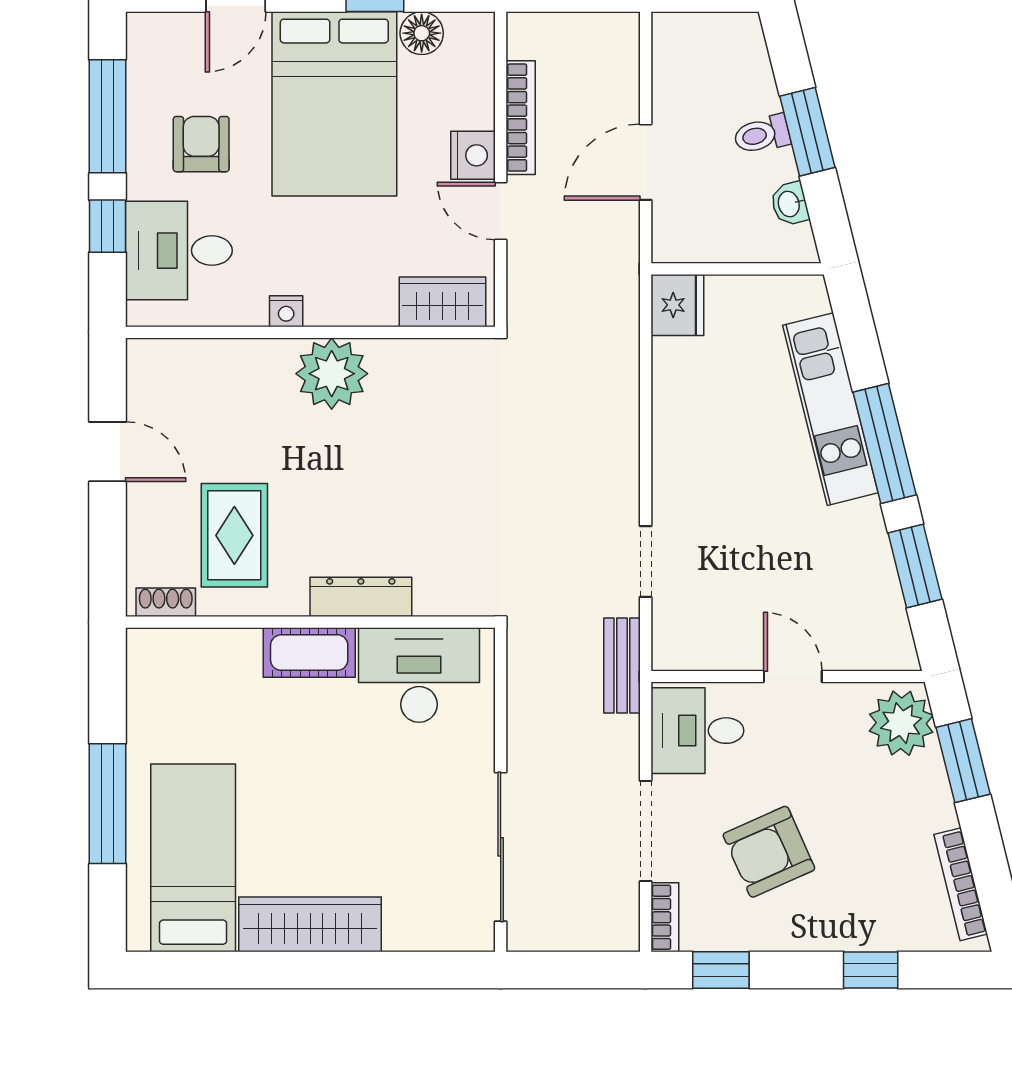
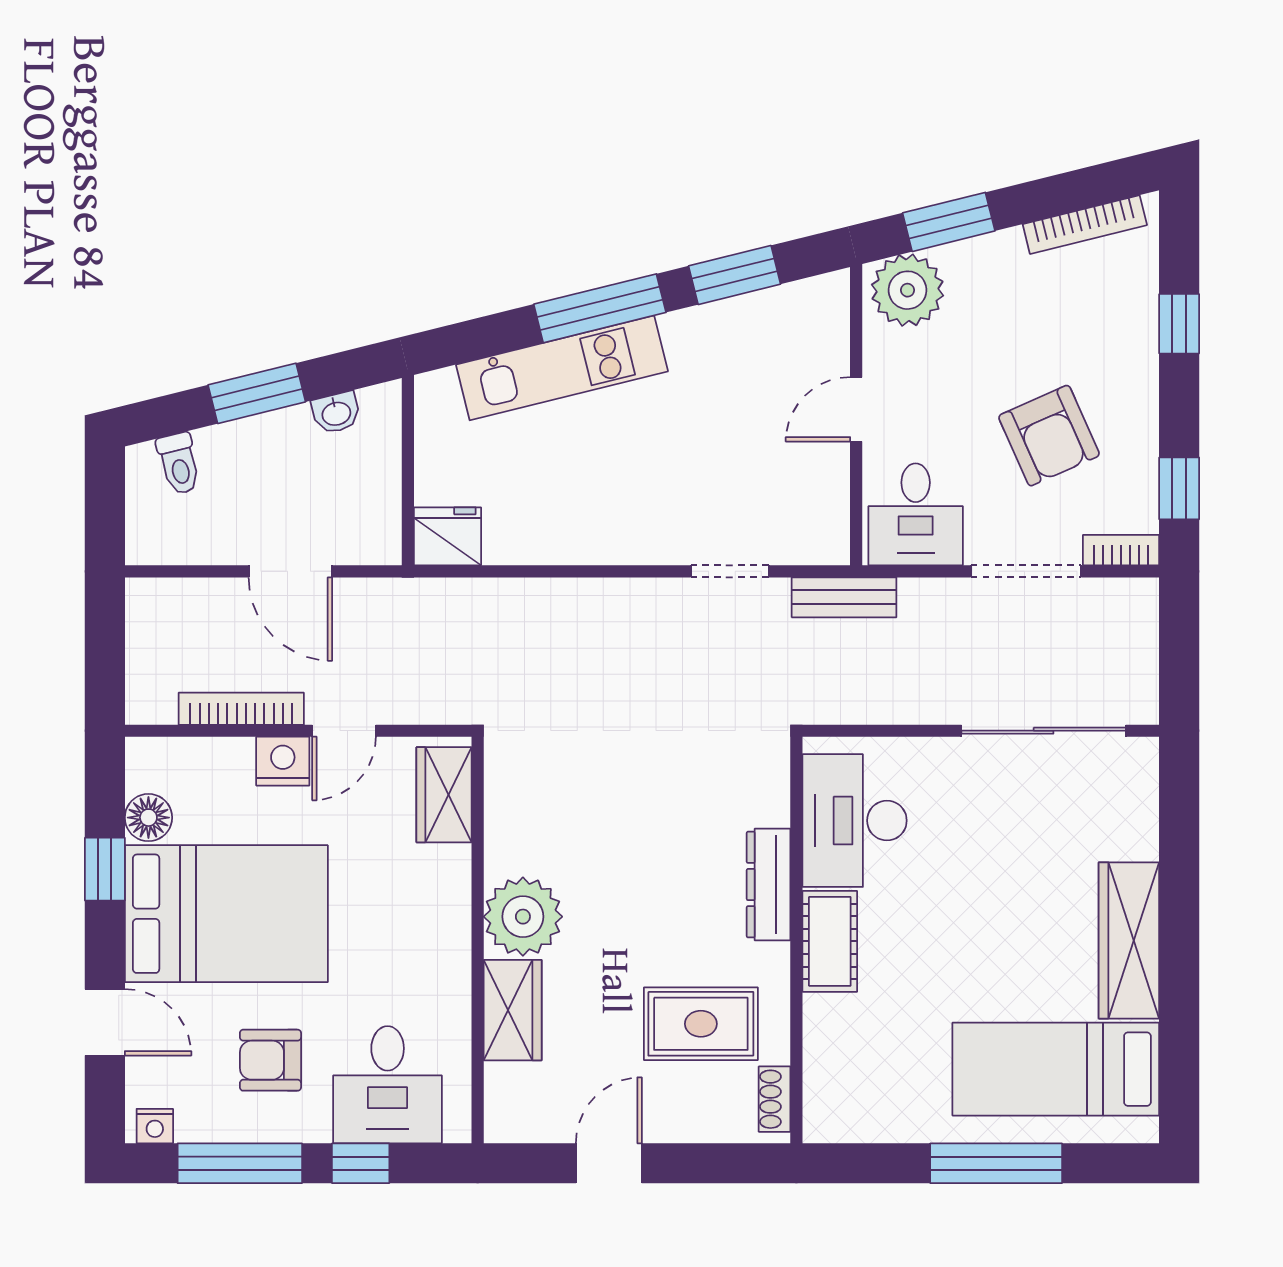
toilet: (762, 135) -> (179, 463), moved
nightstand: (286, 311) -> (155, 1126), moved, turned 90
wardrobe: (247, 364) -> (513, 1010), added

